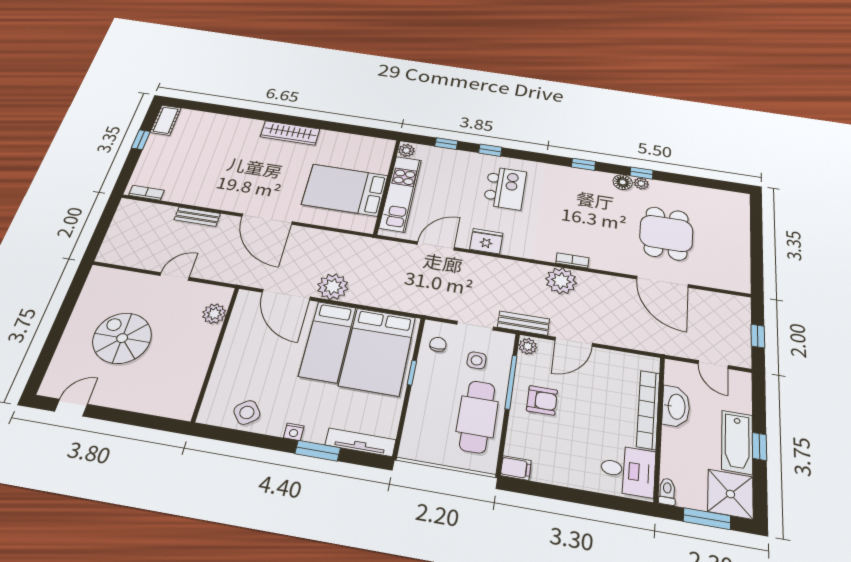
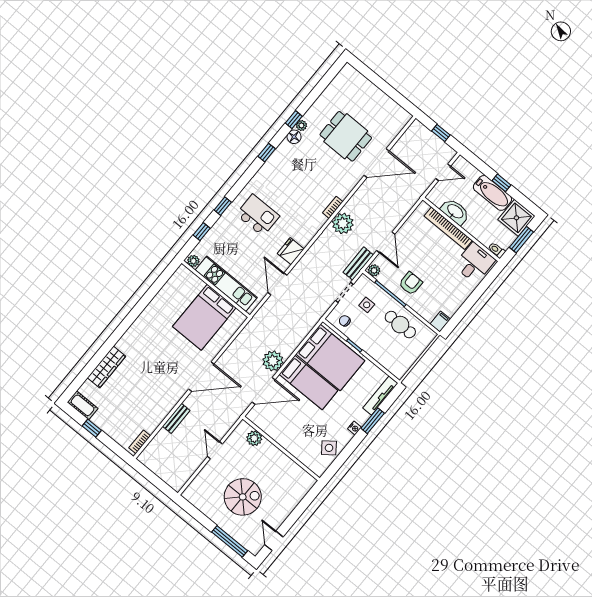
wardrobe: (290, 133) -> (107, 367), moved
spiral stairs: (122, 338) -> (243, 497), turned 180
window: (48, 352) -> (230, 541), added
cafe table: (477, 417) -> (400, 325), width x0.73, depth x0.74

